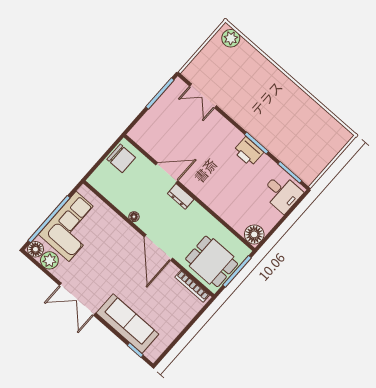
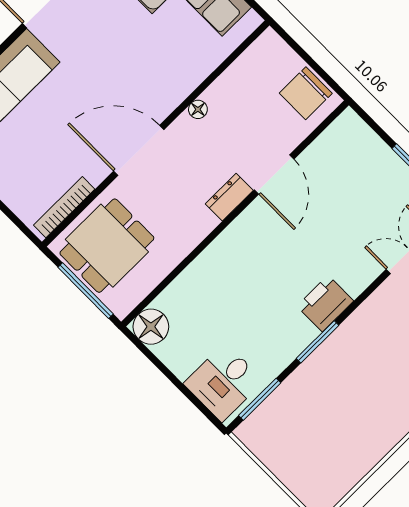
printer: (248, 152) -> (325, 303), moved

